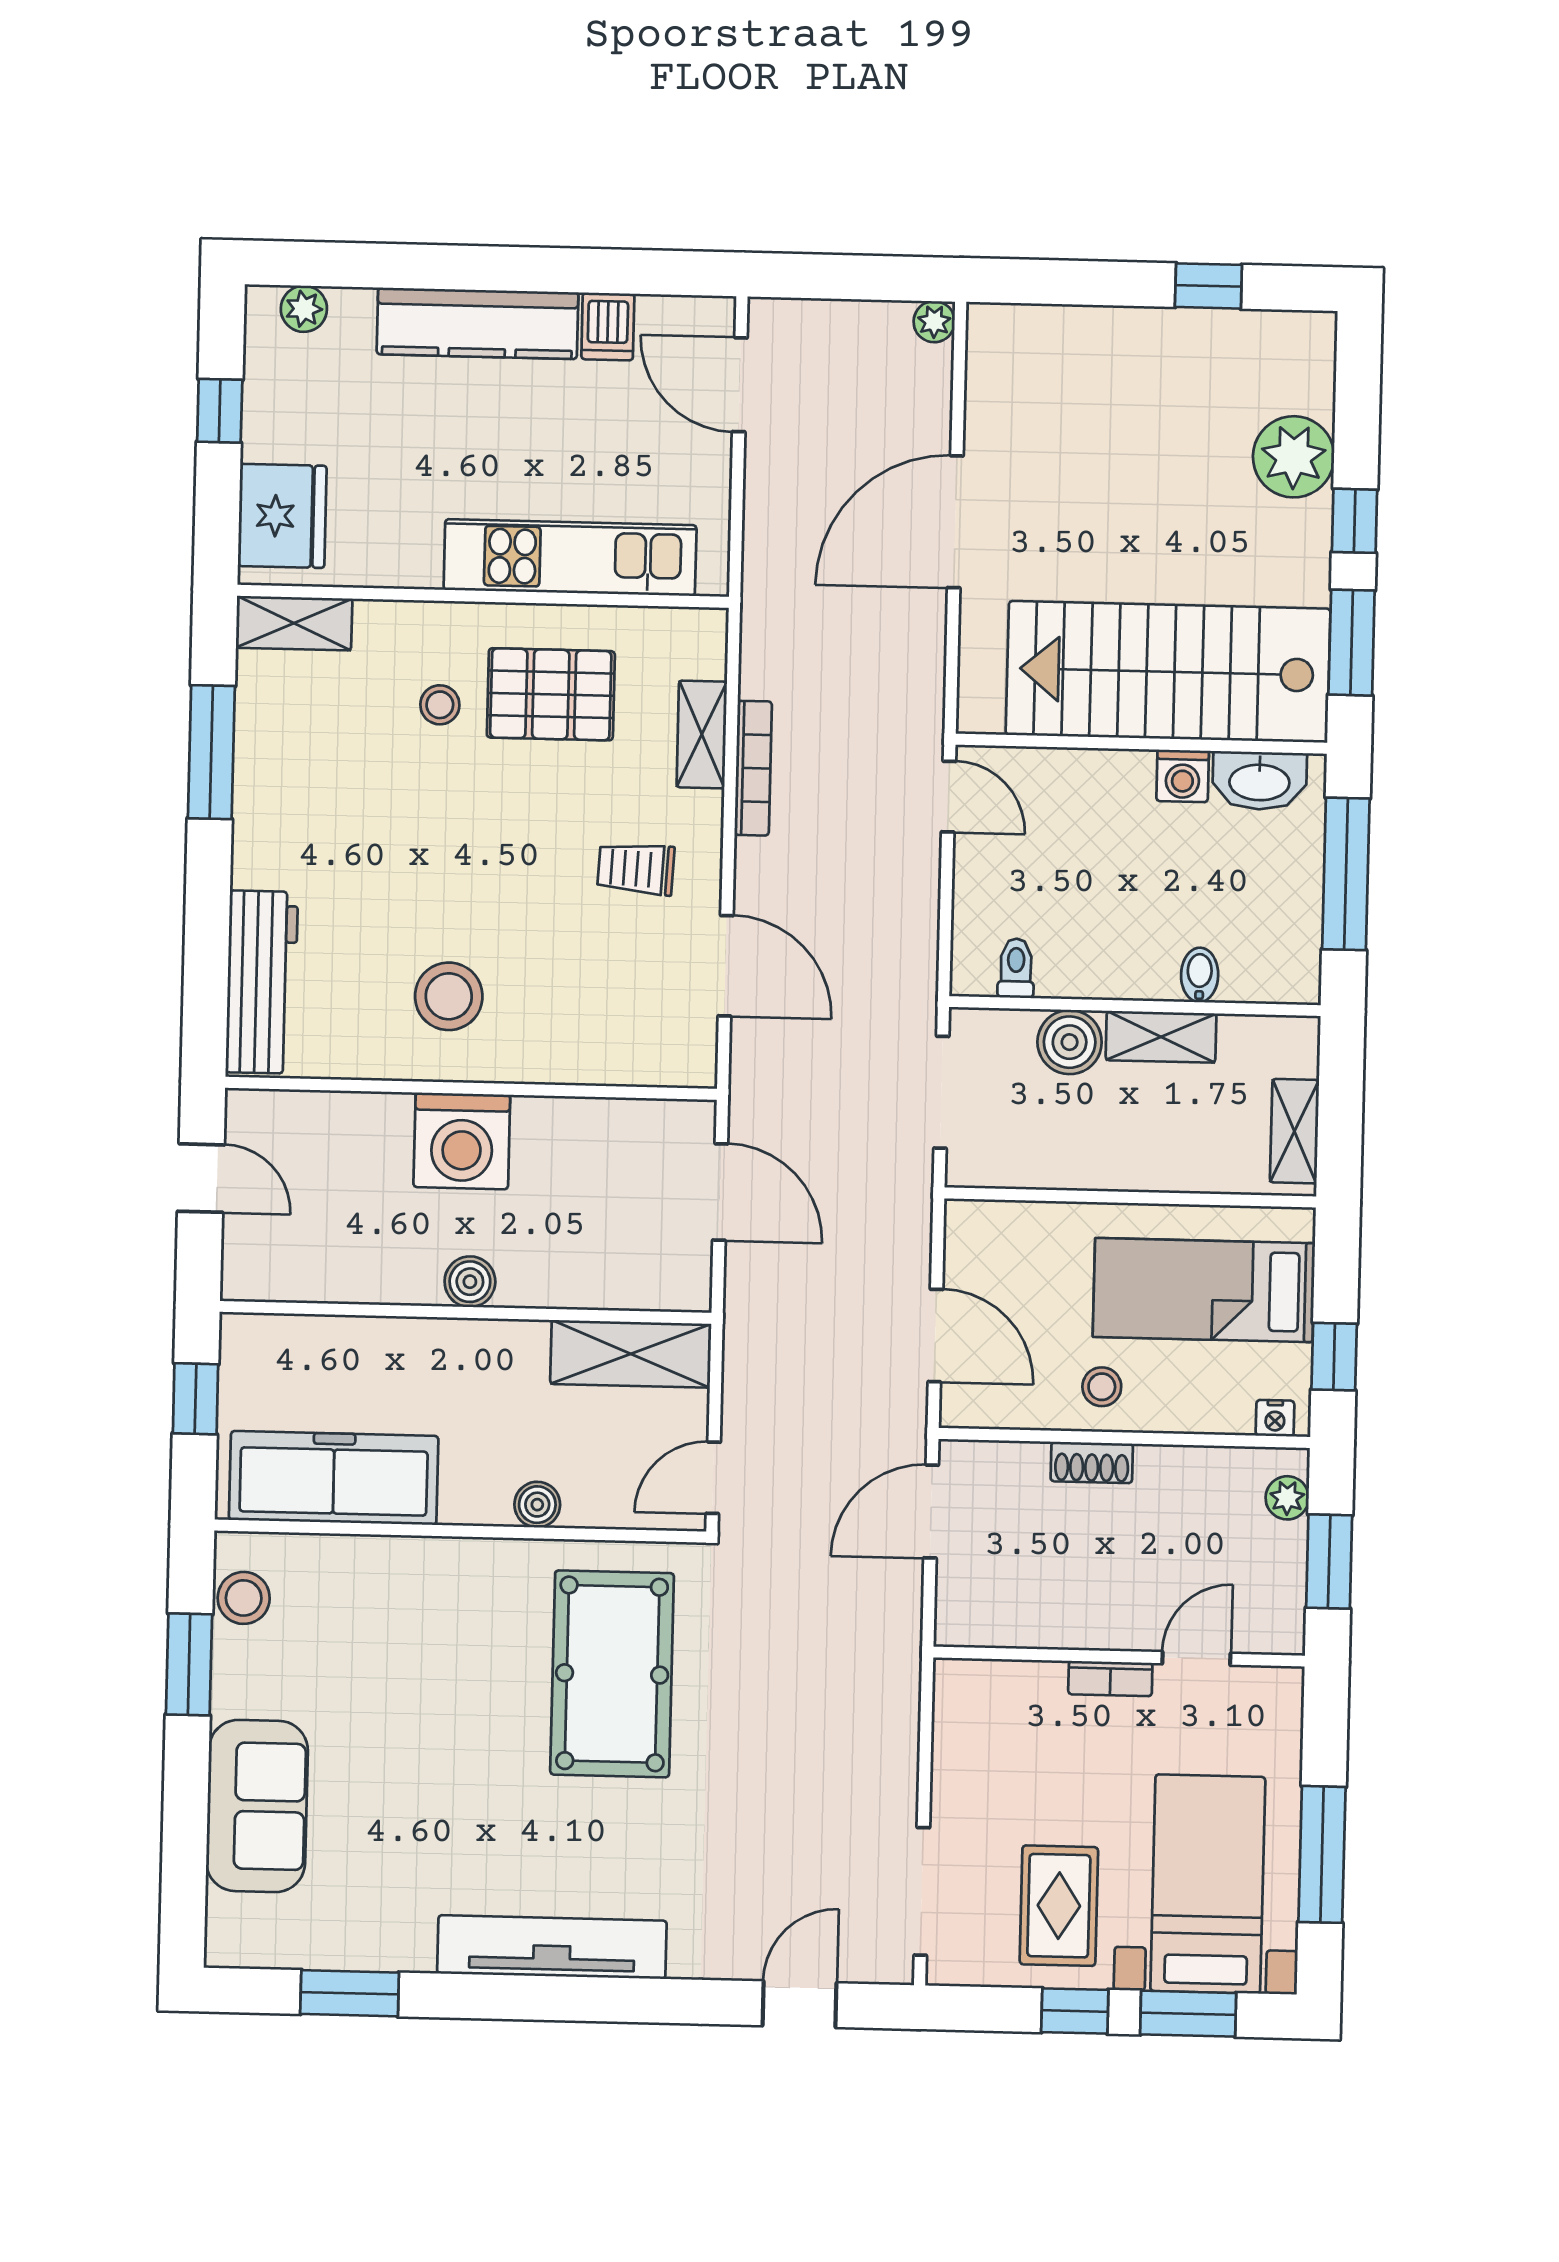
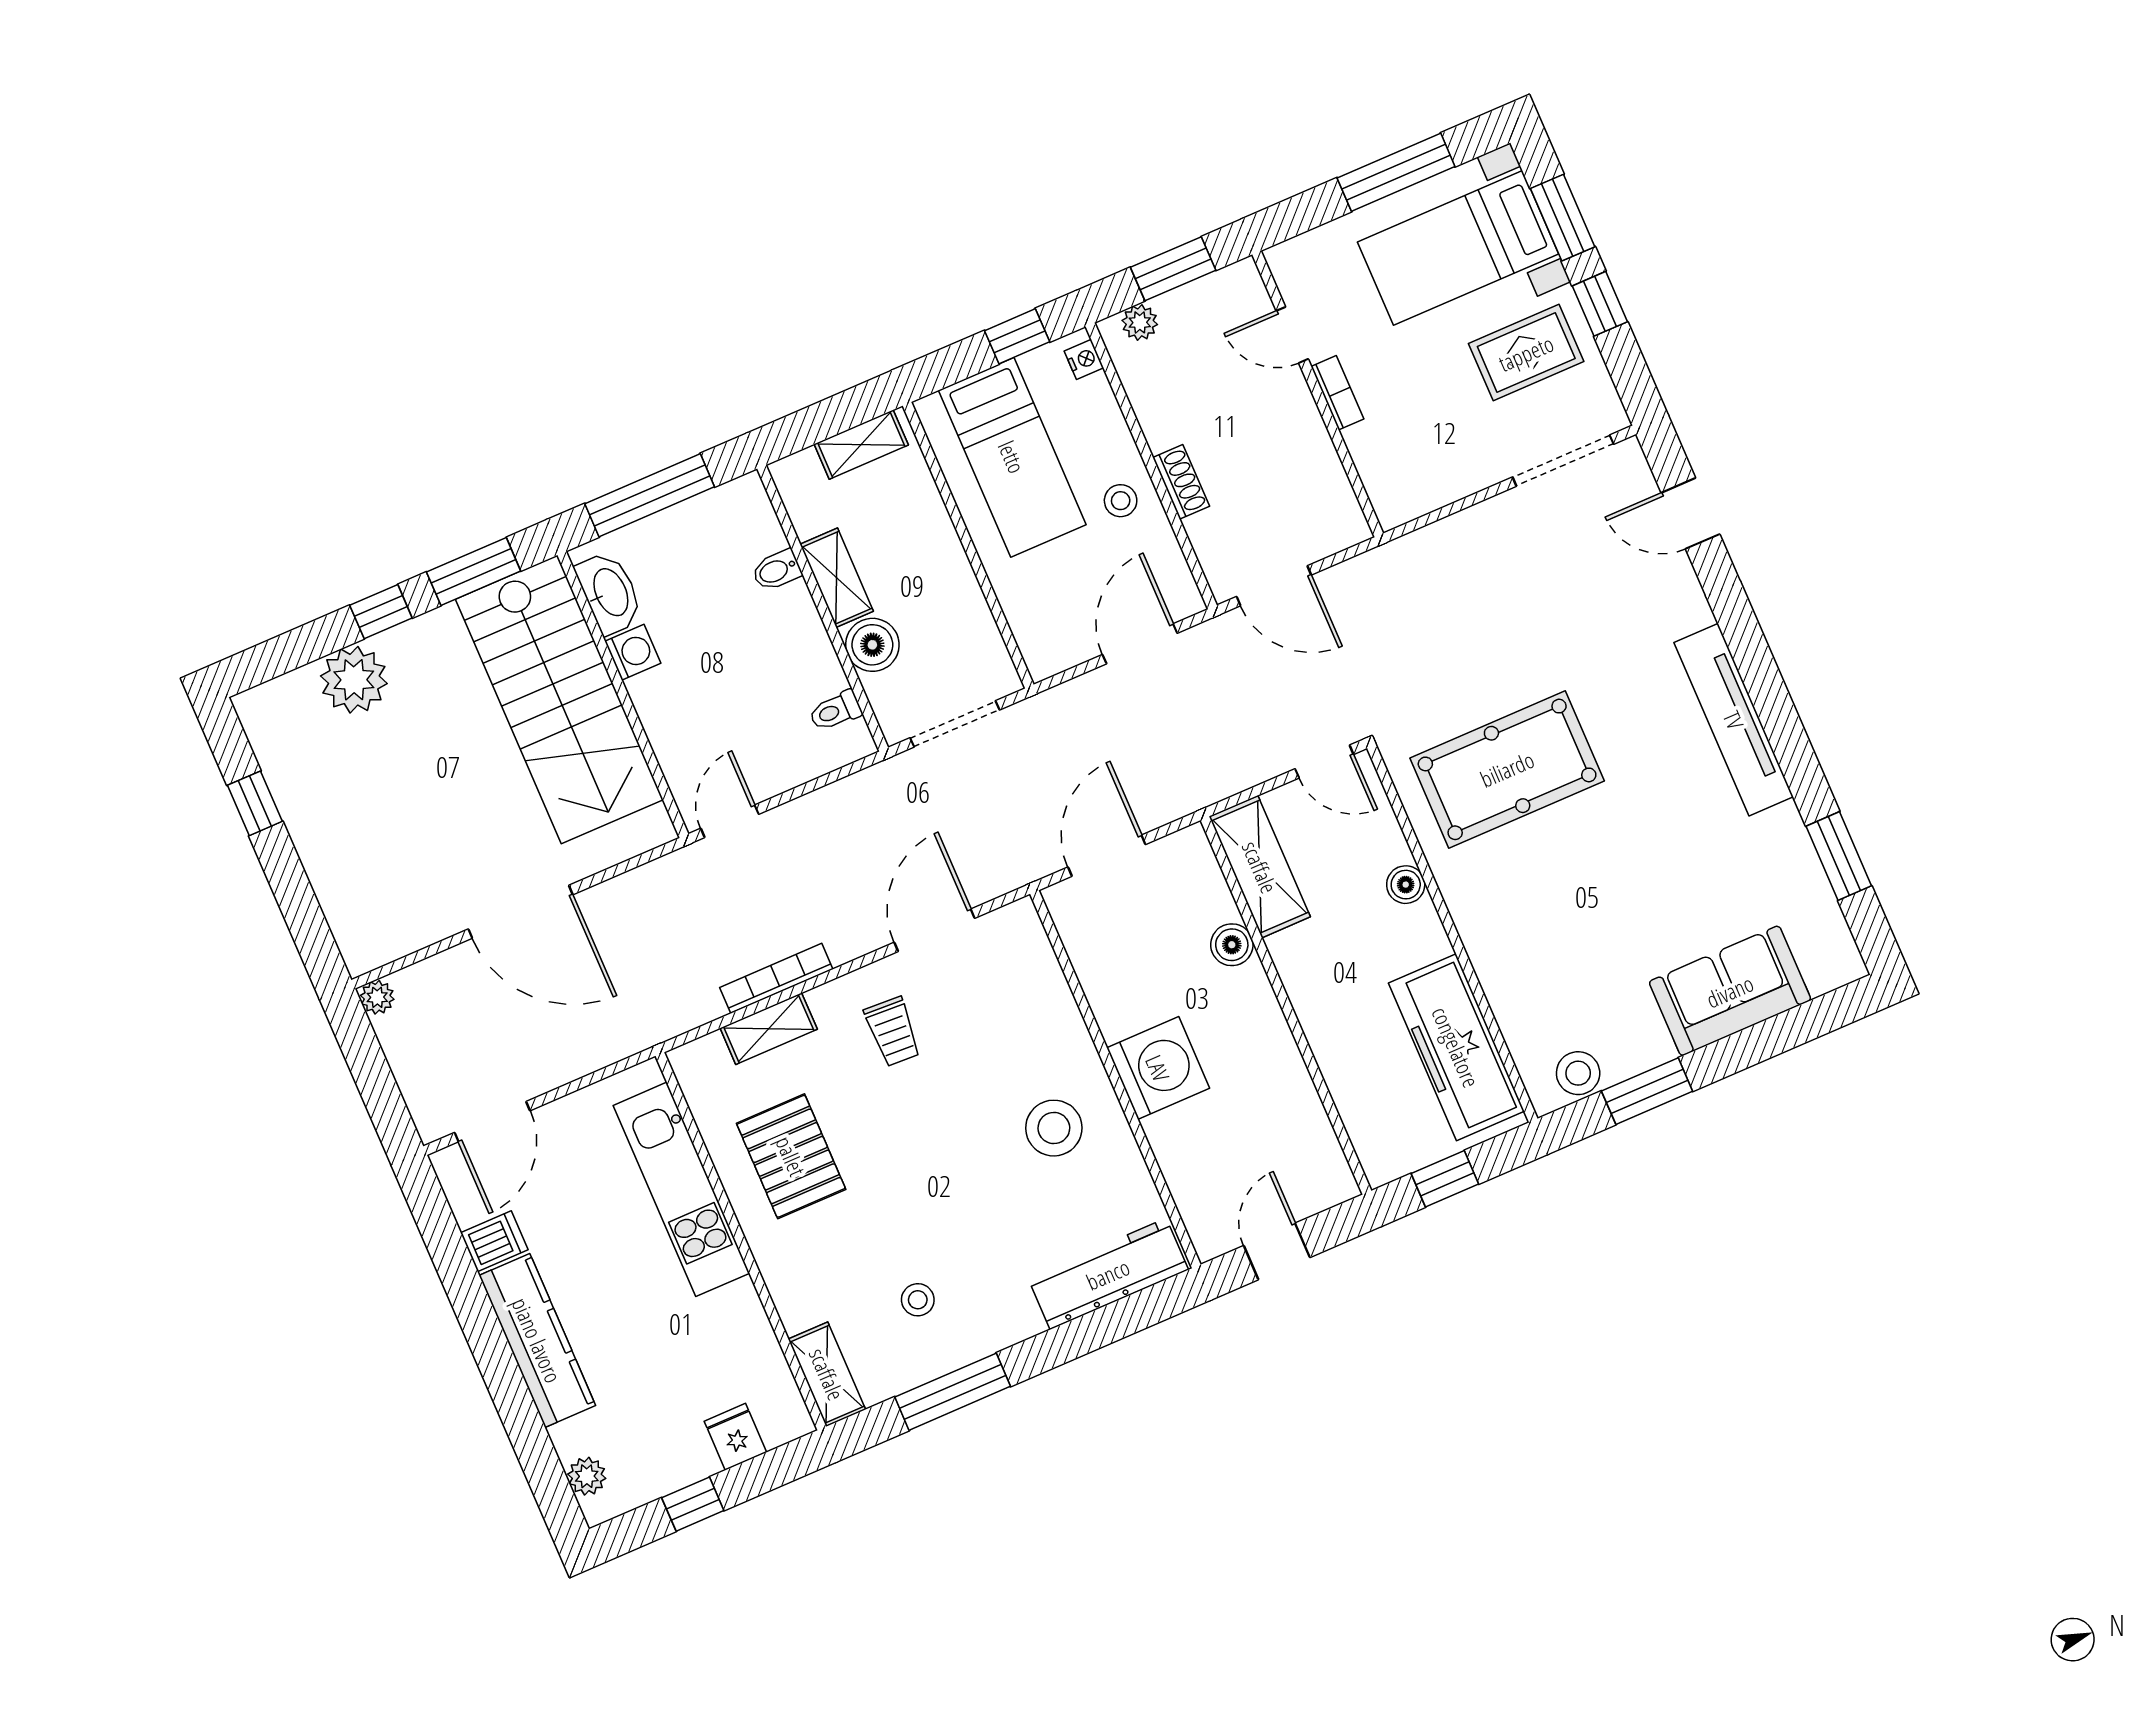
fridge: (282, 516) -> (735, 1437), width x0.53, depth x0.75
stool: (440, 705) -> (918, 1300), moved
boiler: (470, 1282) -> (1232, 945), moved

